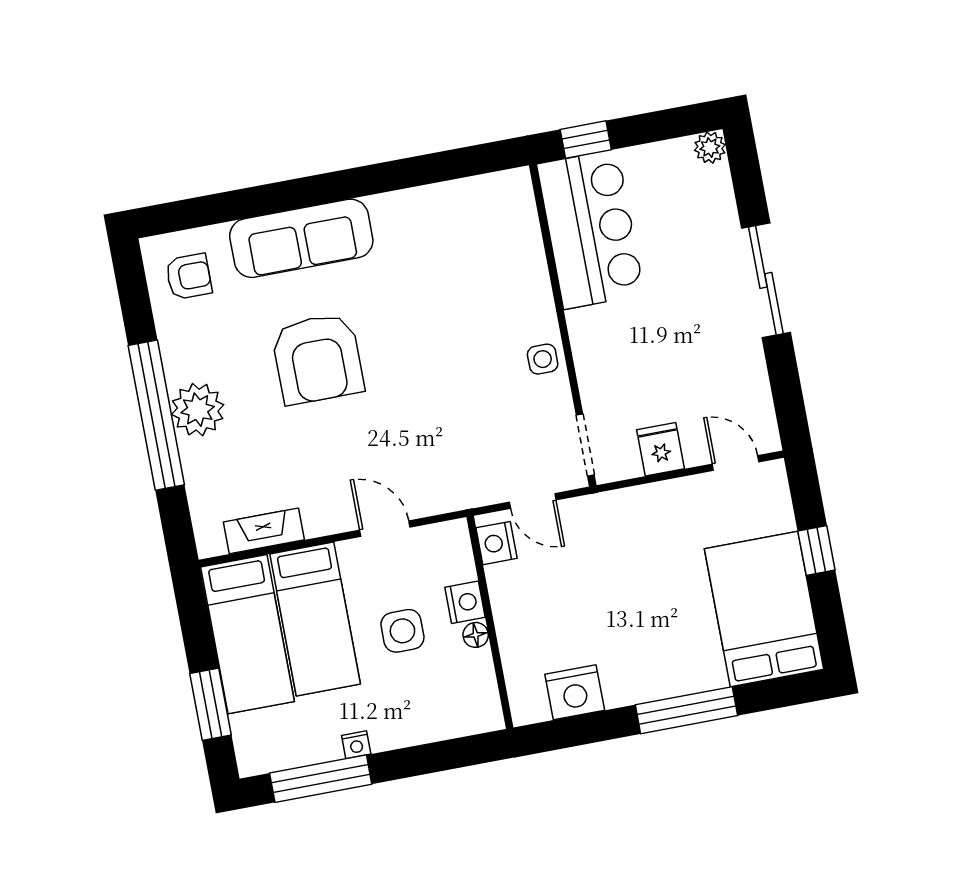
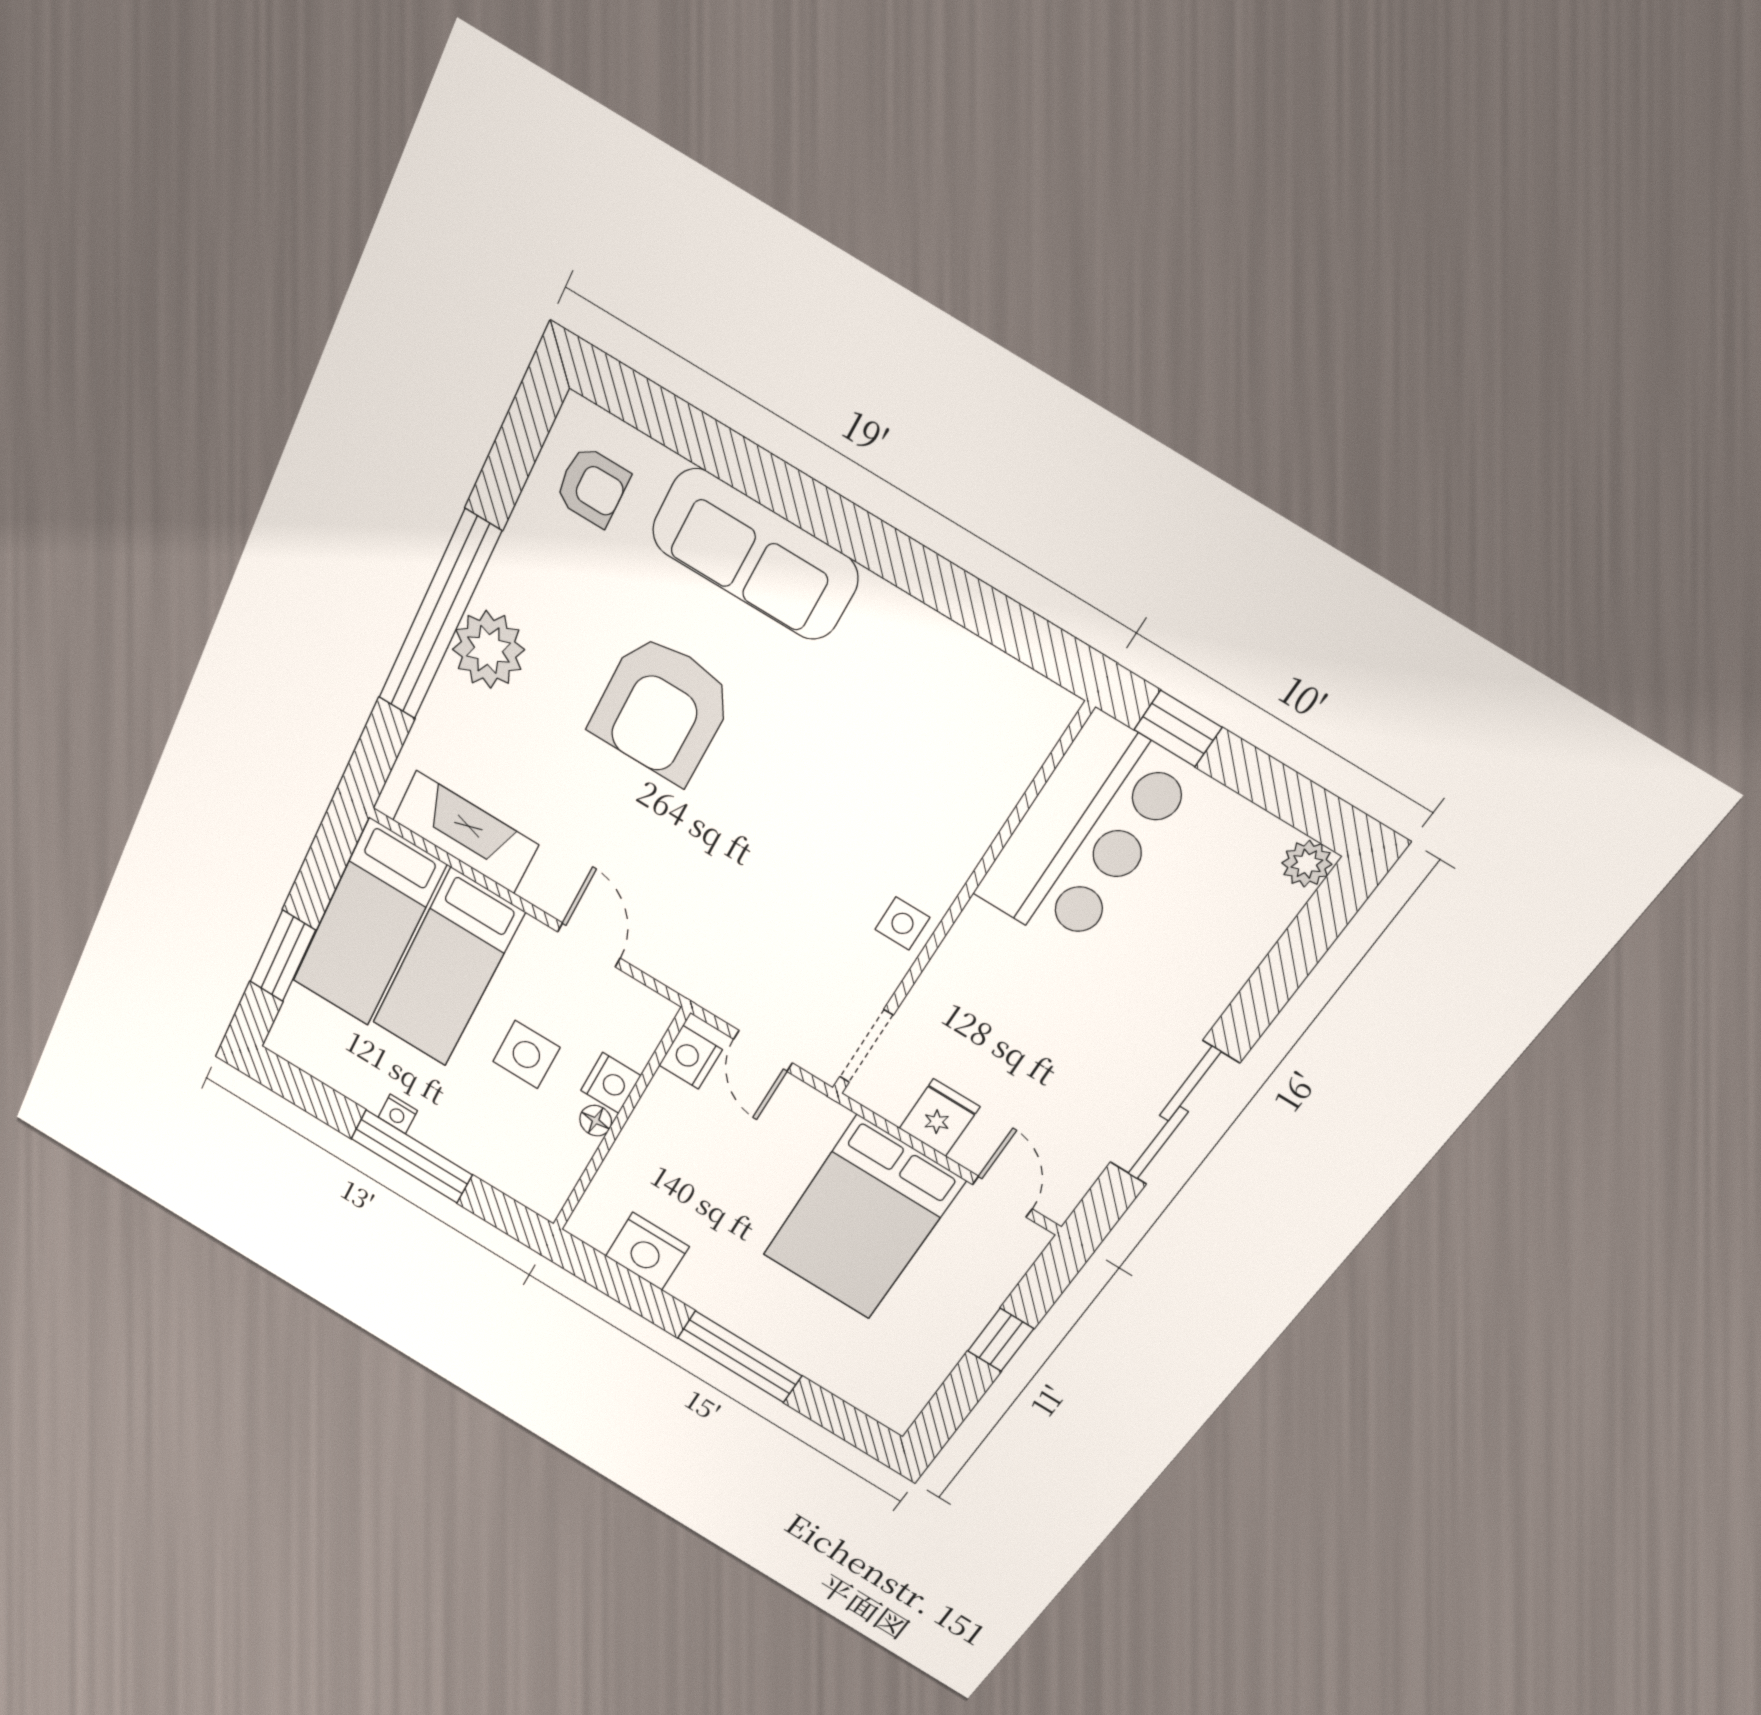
sliding door: (766, 280) -> (1174, 1114), moved
fireplace: (264, 531) -> (465, 832), width x1.37, depth x1.32
bed: (764, 609) -> (863, 1218), moved, turned 180
window: (321, 779) -> (412, 1157), moved

